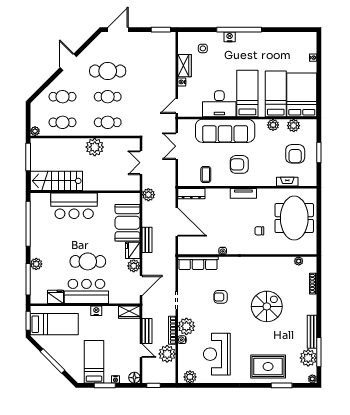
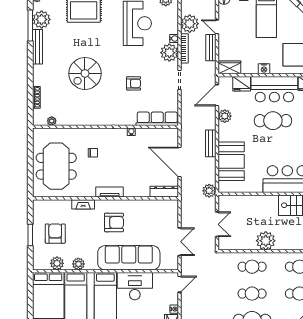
coffee table: (206, 174) -> (149, 212), removed
fireplace: (287, 182) -> (83, 204), moved
fridge: (133, 250) -> (242, 84), moved, turned 90

